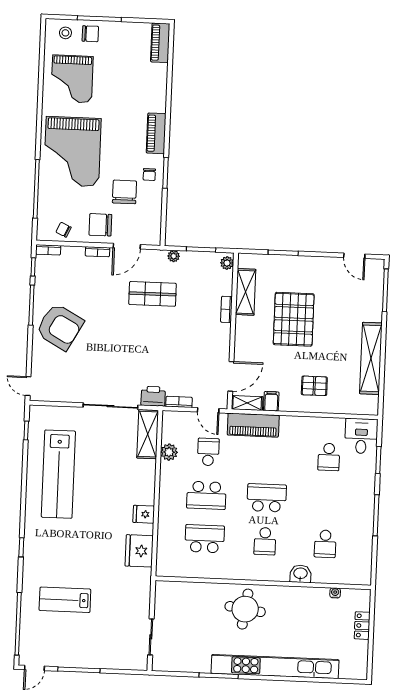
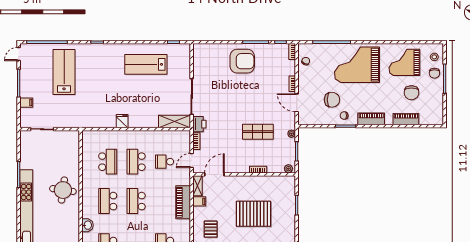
piano: (160, 43) -> (406, 119), moved
chair: (100, 225) -> (411, 93), moved, turned 180
shelving: (246, 292) -> (270, 182), removed
shop shelf: (153, 294) -> (258, 132), moved, turned 90
armchair: (60, 327) -> (242, 61), turned -119
door: (231, 376) -> (214, 174), swing flipped
door: (28, 386) -> (203, 42), removed
piano: (253, 425) -> (183, 202), moved
plant: (169, 452) -> (163, 136), removed
school desk: (208, 452) -> (165, 162), turned 180
lab bench: (58, 474) -> (146, 64), width x0.73
school desk: (267, 498) -> (136, 201), turned 180
school desk: (265, 541) -> (108, 201), width x1.85
fridge: (139, 551) -> (98, 119), removed
lab bench: (65, 600) -> (64, 72), width x1.36, depth x1.39
filing cabinet: (109, 659) -> (26, 103), added
door: (34, 668) -> (19, 54), hinge flipped

